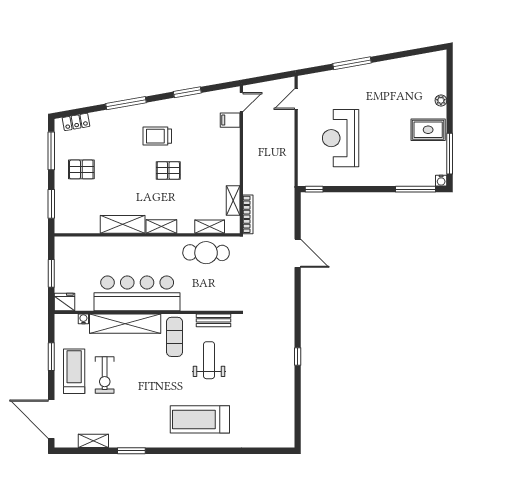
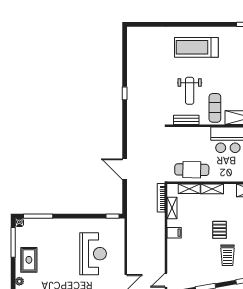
filing cabinet: (230, 120) -> (174, 233), moved
rug: (428, 130) -> (29, 260), turned 90
trolley: (157, 136) -> (227, 255), turned 90
pallet: (168, 170) -> (219, 230), turned 90
shelving: (161, 226) -> (212, 189), moved
treadmill: (200, 419) -> (196, 47), turned 180

